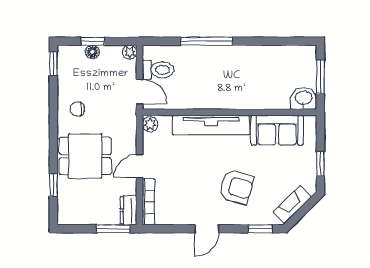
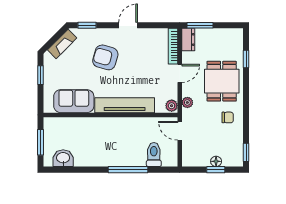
plant: (130, 52) -> (187, 102), moved
toilet: (158, 70) -> (154, 155), moved, turned 90
washbasin: (304, 98) -> (63, 158), moved, turned 180
dining table: (85, 156) -> (222, 81), turned 90

